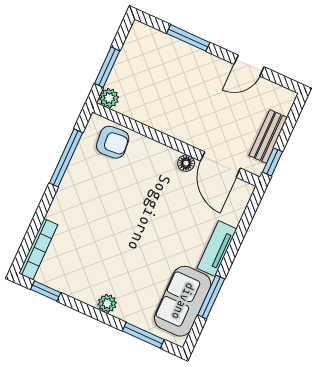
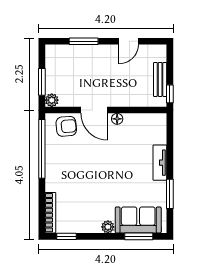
window: (66, 158) -> (42, 149), width x1.46
door: (220, 165) -> (94, 110), moved
sofa: (183, 301) -> (138, 220), moved, turned 90

